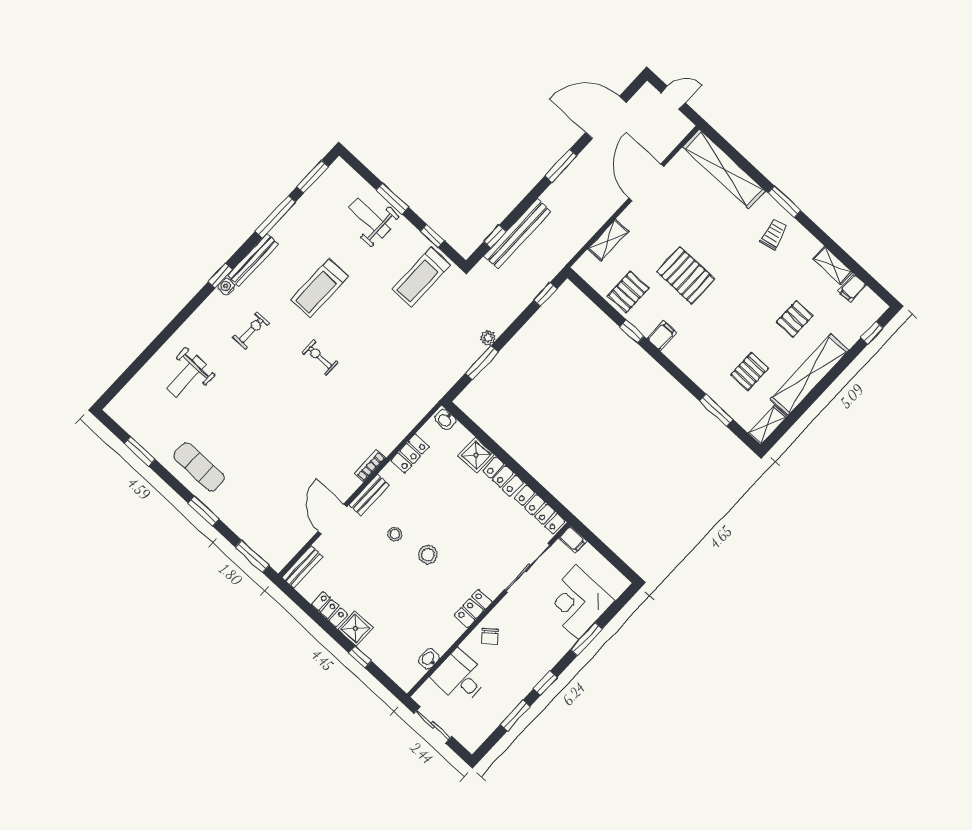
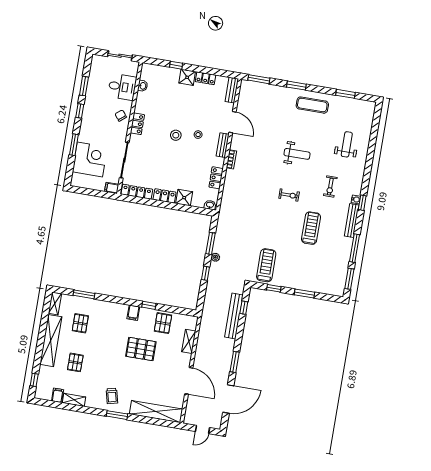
weight bench: (370, 218) -> (297, 154), moved
window: (545, 294) -> (205, 273), moved

